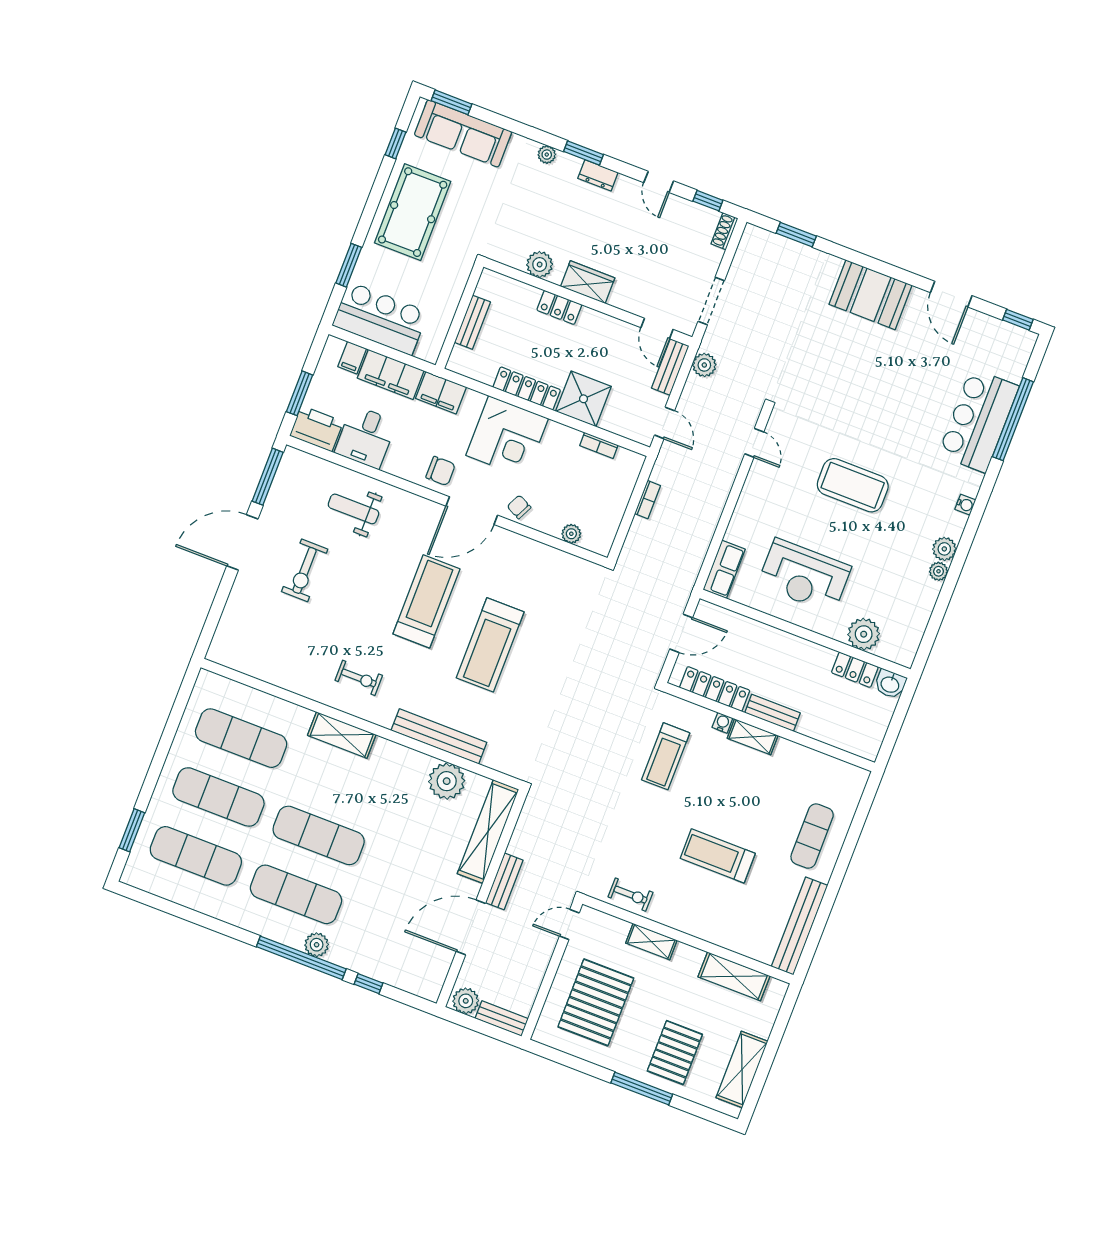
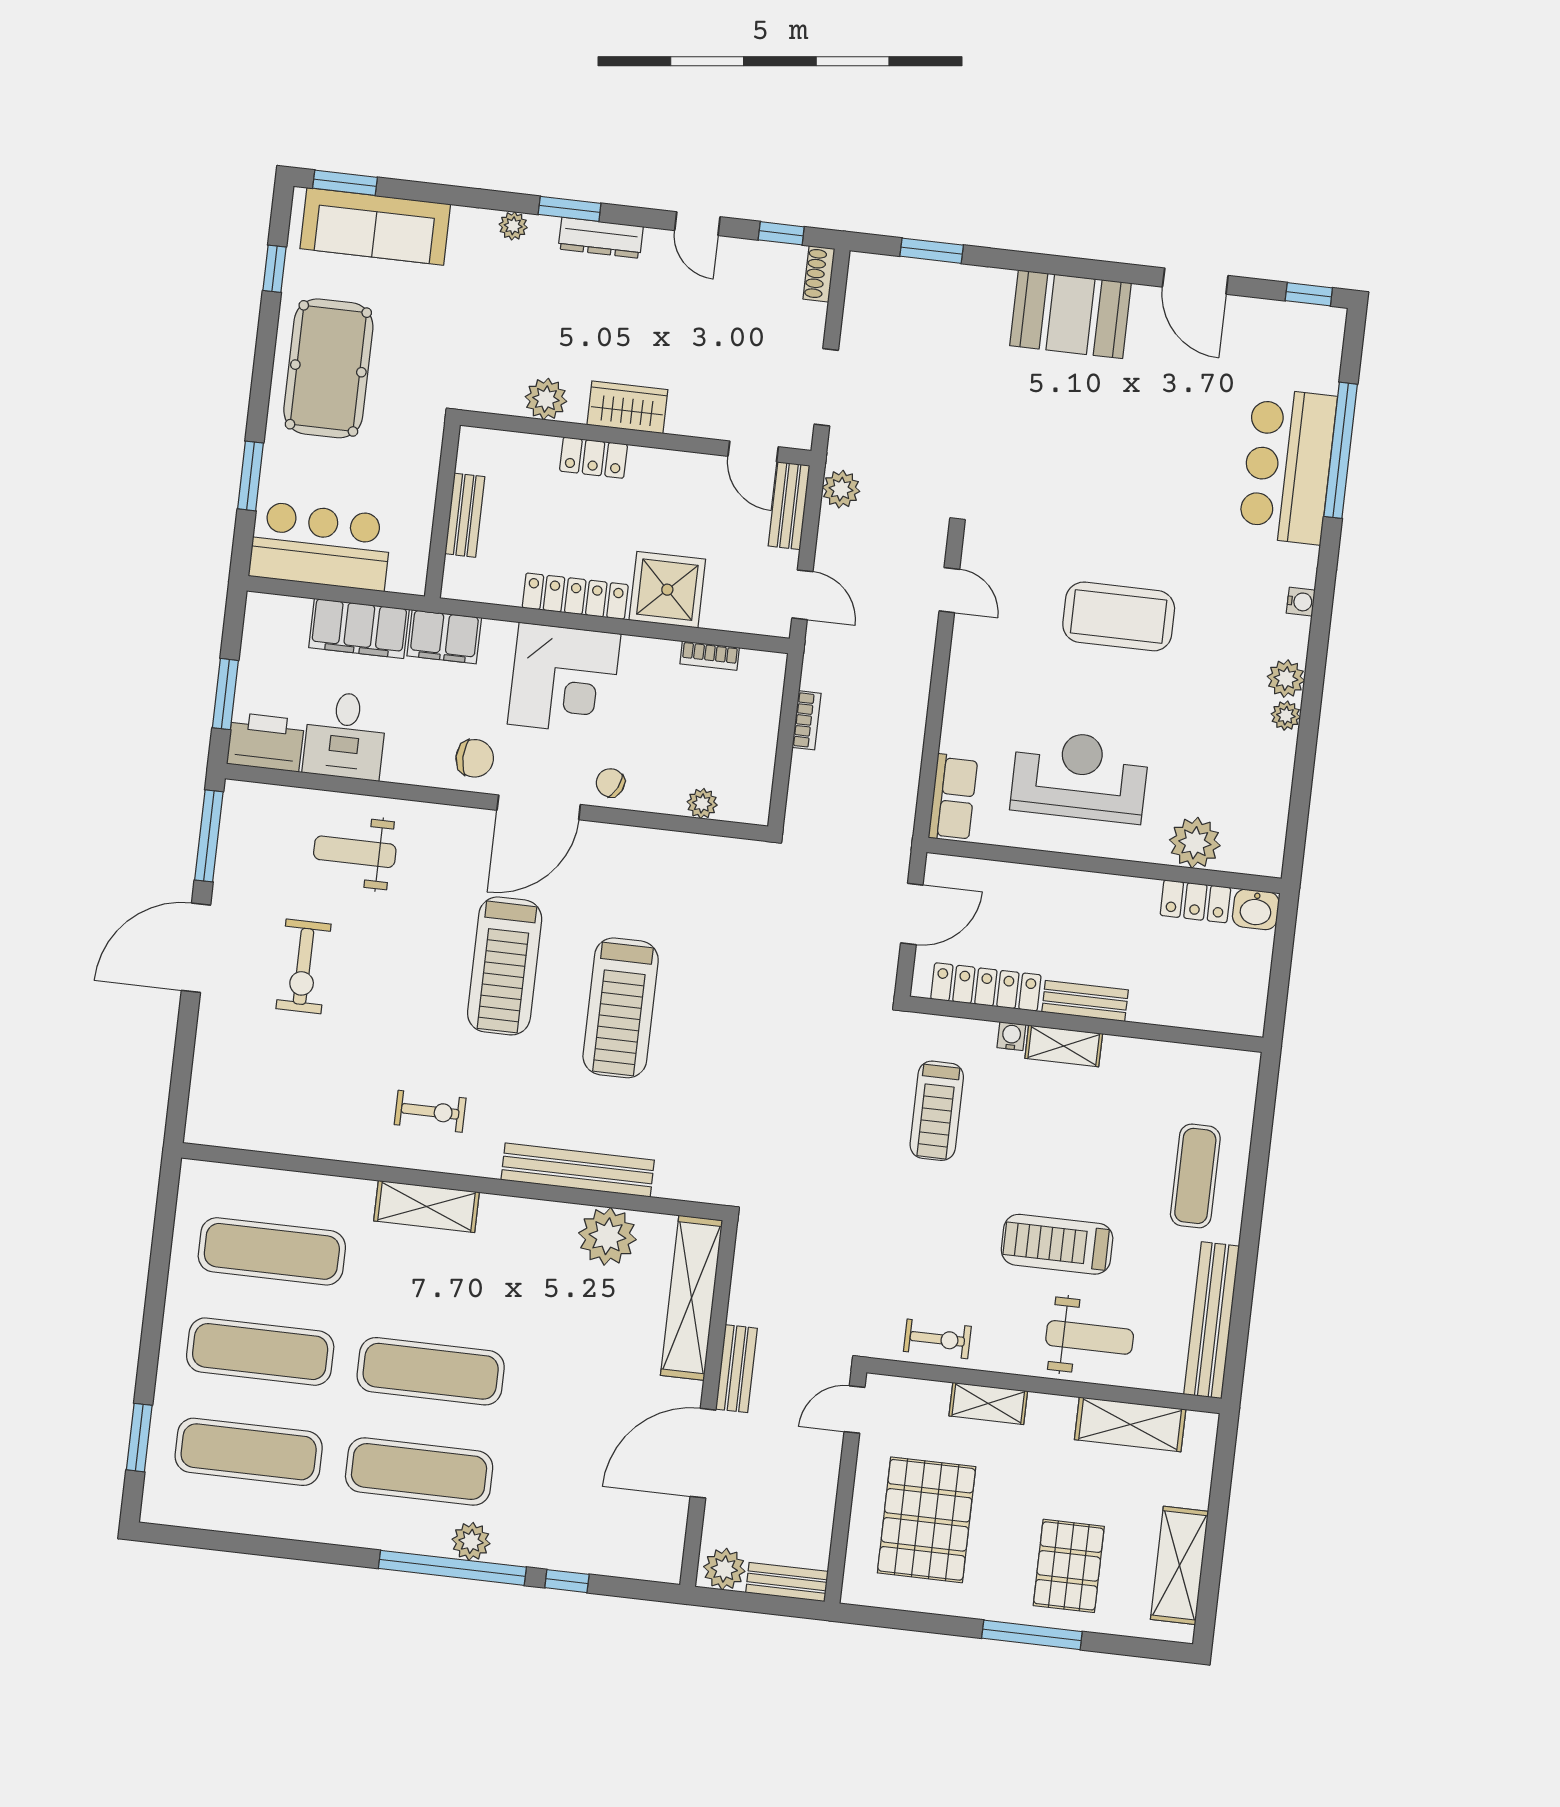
dresser: (598, 175) -> (601, 238), width x1.44
filing cabinet: (352, 358) -> (293, 618), removed
reception desk: (804, 576) -> (1080, 776), turned 180
treadmill: (426, 601) -> (505, 966), turned 180
weight bench: (723, 917) -> (1090, 1337), added

